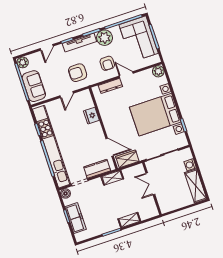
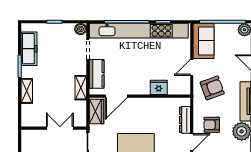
armchair: (78, 73) -> (212, 88), turned 70
sofa: (34, 86) -> (203, 41), moved, turned -90
door: (67, 95) -> (192, 67), hinge flipped
freezer: (76, 218) -> (29, 49), moved, turned -90

